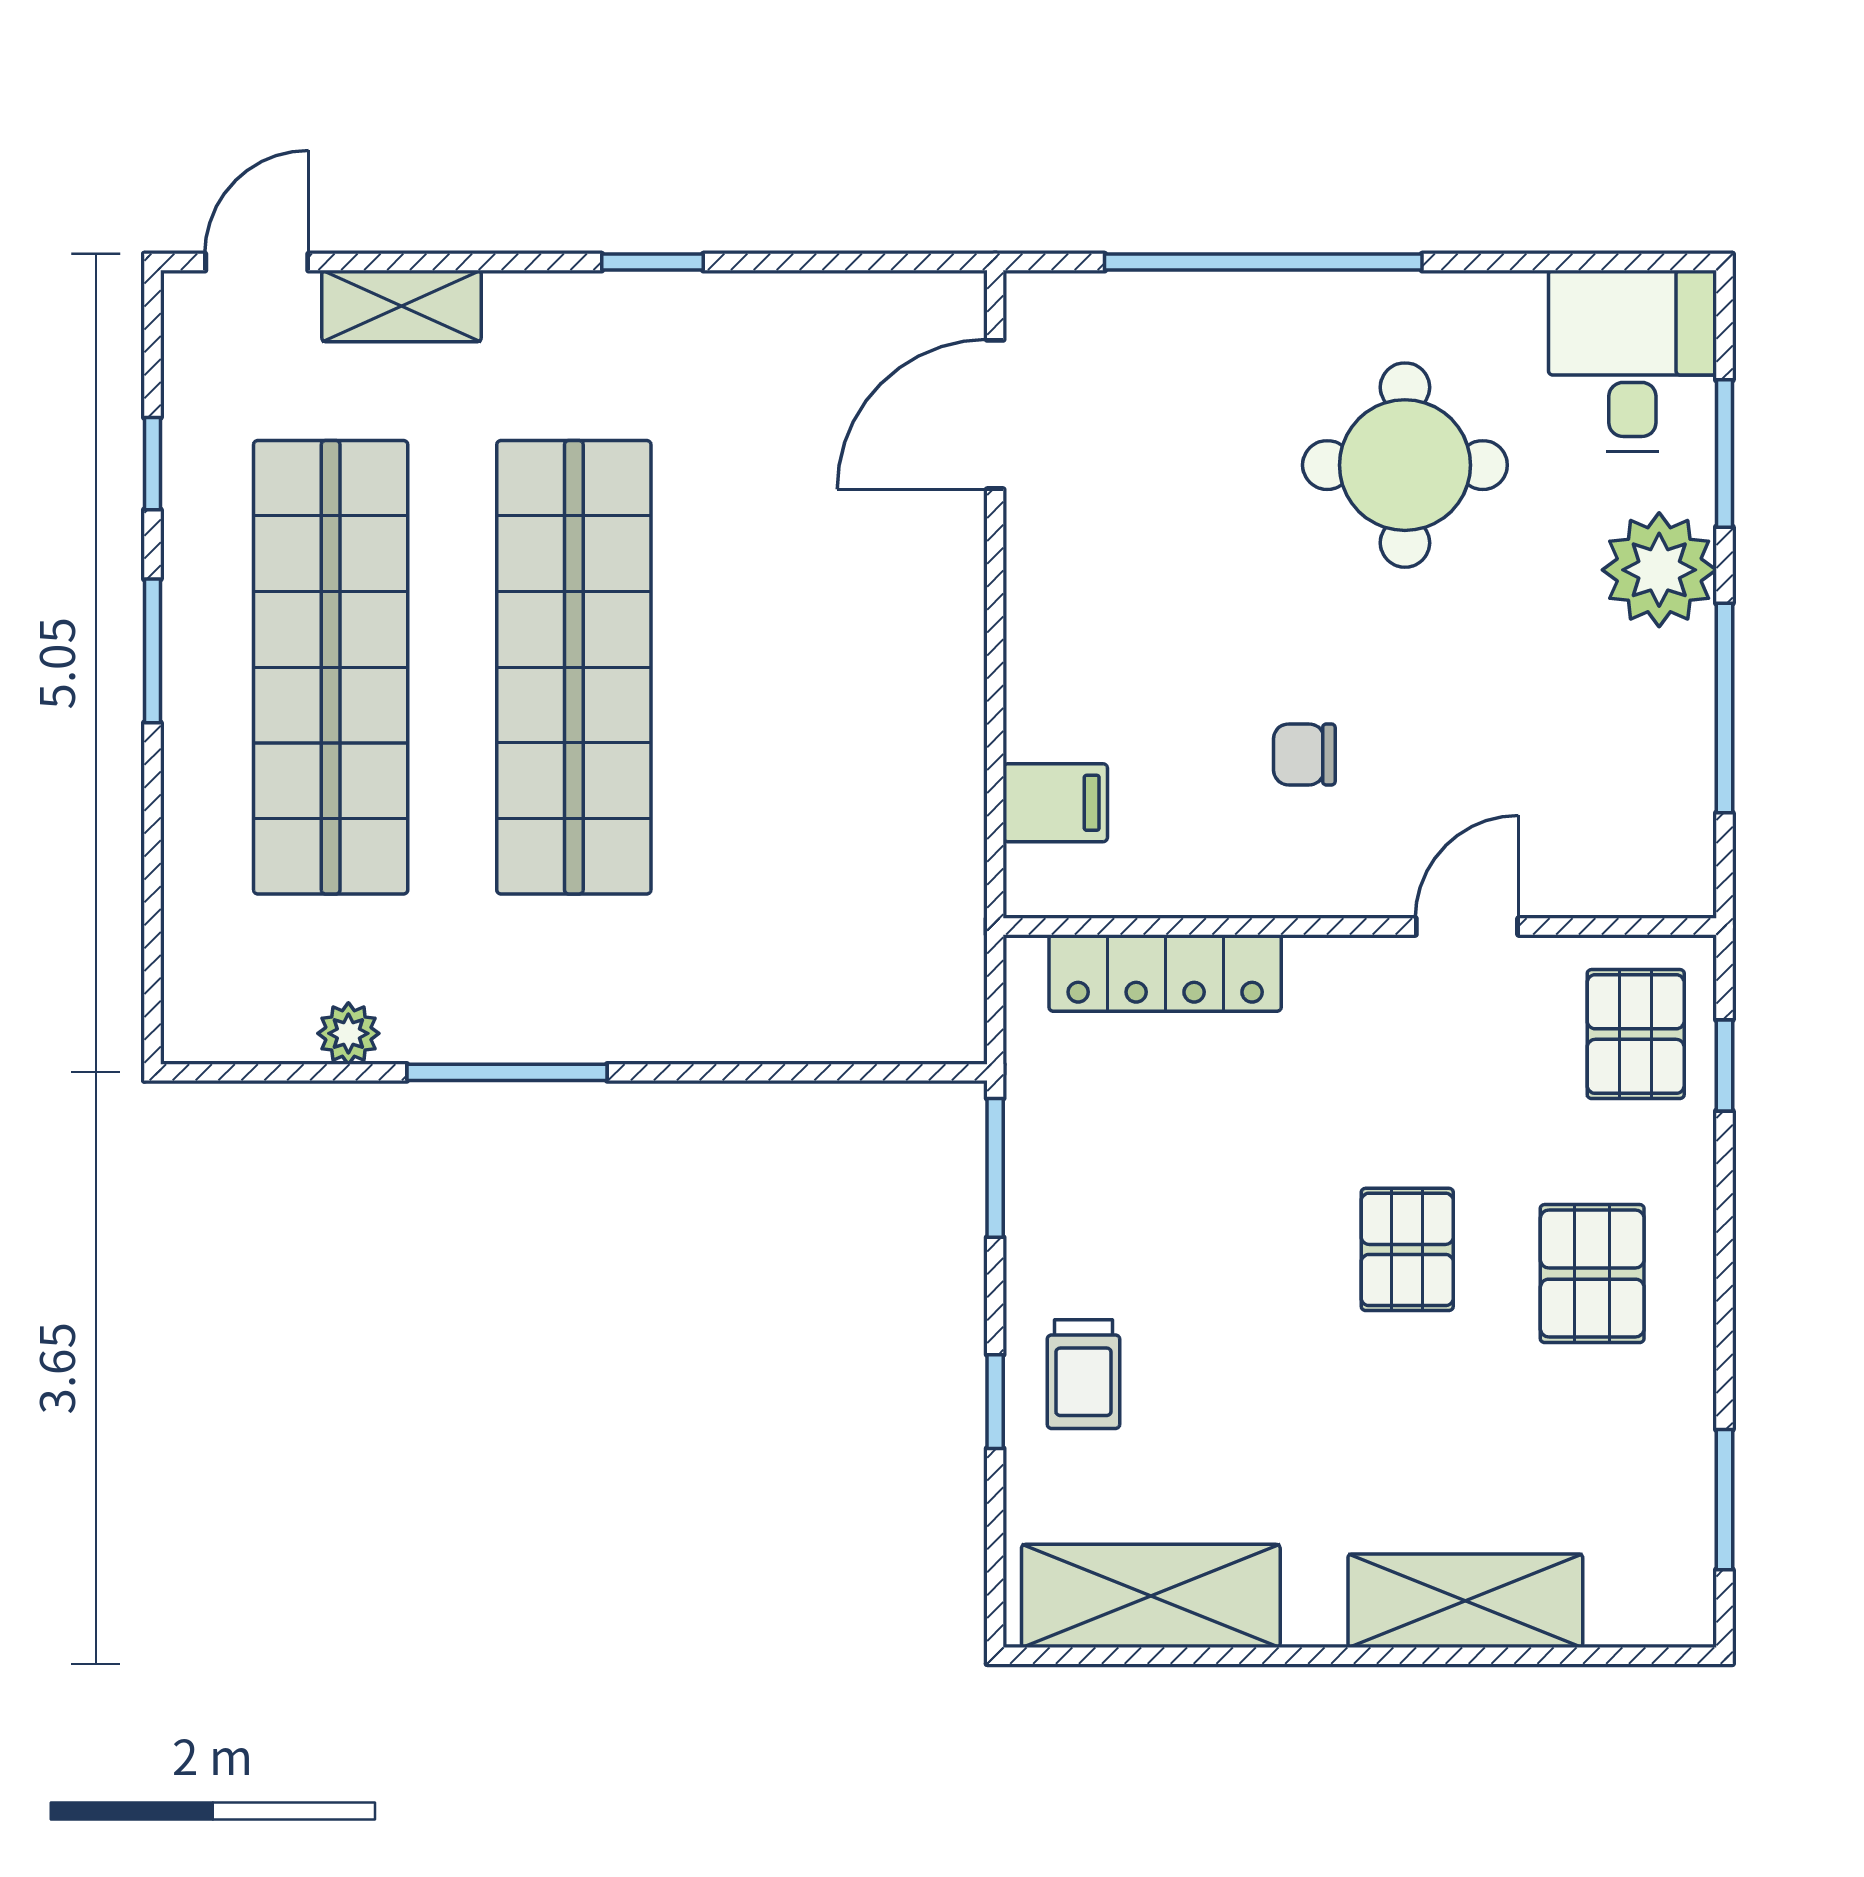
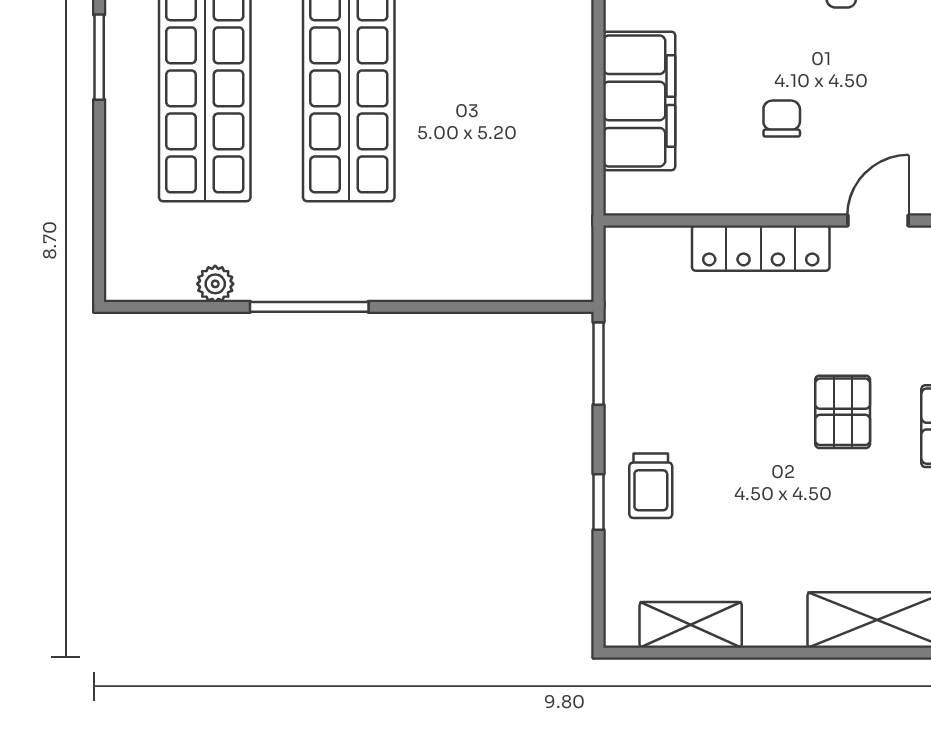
chair: (1304, 754) -> (782, 119), turned 90
filing cabinet: (1055, 803) -> (639, 101), width x3.00, depth x1.17
locker: (1165, 973) -> (761, 248), moved
shelving: (1151, 1596) -> (691, 625), width x0.67, depth x0.75

